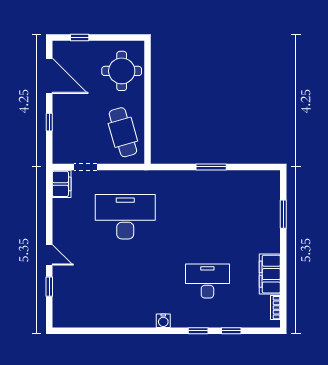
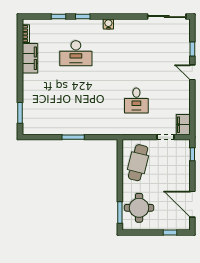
window: (148, 64) -> (120, 213), added
window: (49, 122) -> (192, 154), moved
cafe table: (123, 132) -> (138, 163), turned 30
window: (283, 214) -> (20, 113), moved
desk: (125, 217) -> (136, 100), width x0.53, depth x0.77
sliding door: (84, 331) -> (167, 17), added

